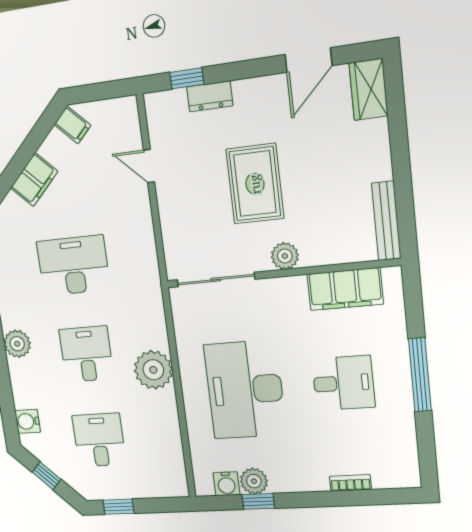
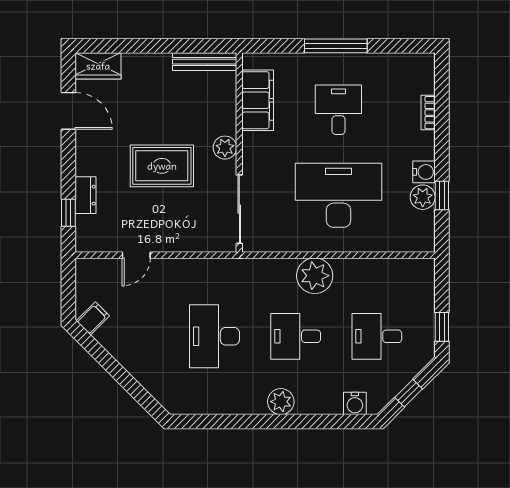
filing cabinet: (34, 180) -> (135, 361), removed
desk: (245, 390) -> (338, 195), turned 180
water cooler: (226, 484) -> (424, 172), moved

